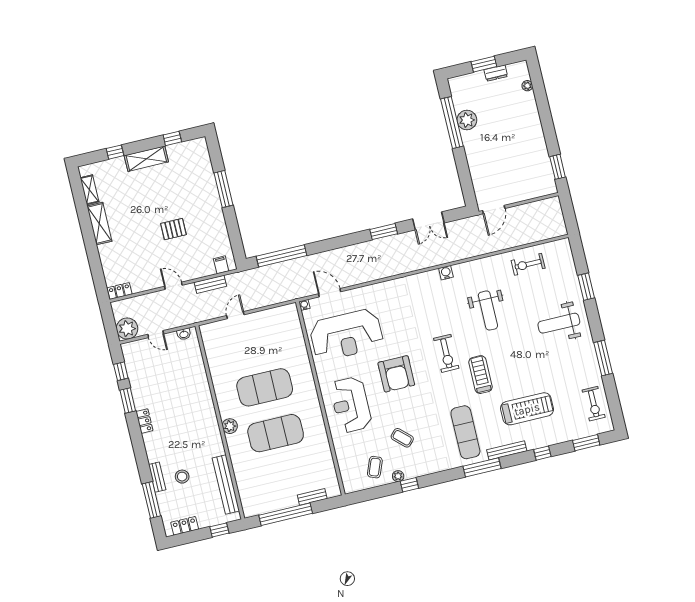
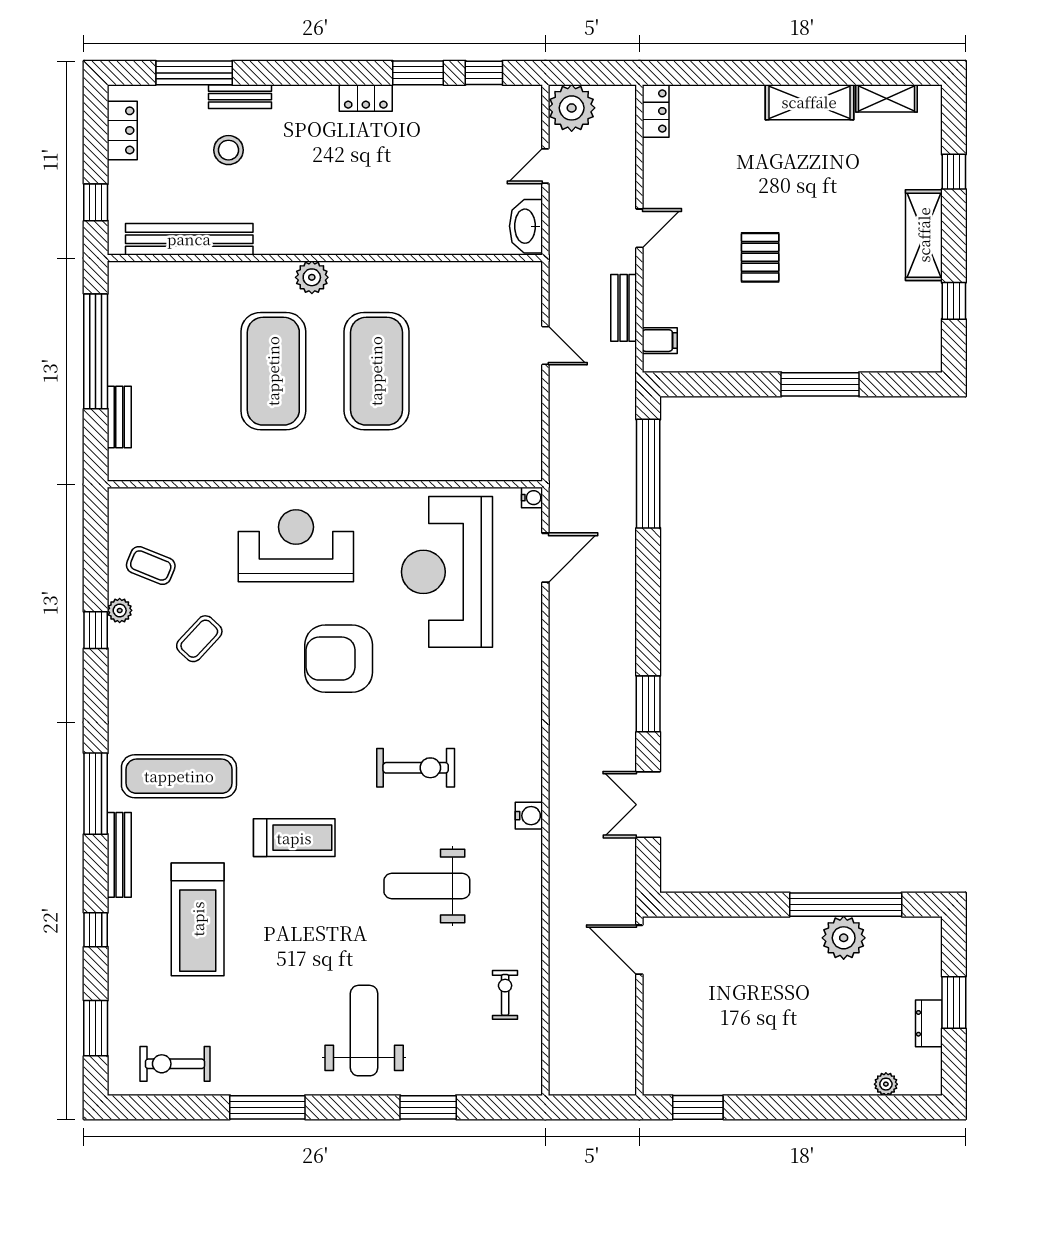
exercise bike: (528, 264) -> (505, 995), width x0.73, depth x0.72
washbasin: (184, 334) -> (526, 226), width x1.91, depth x1.45
exercise bike: (446, 353) -> (416, 768), moved, turned 180

